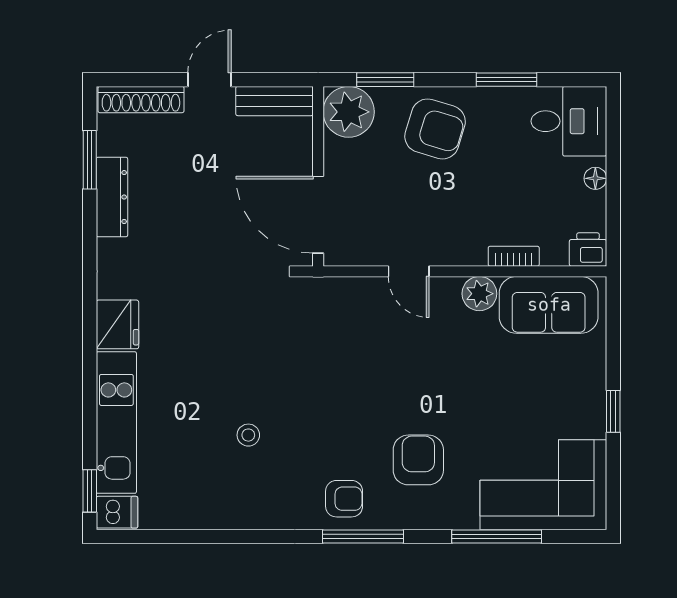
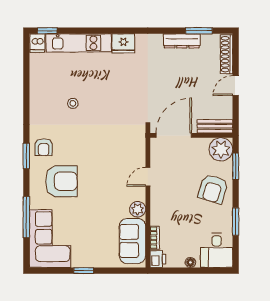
door: (209, 80) -> (236, 86), swing flipped
bench: (274, 101) -> (215, 126), moved, turned 90
bookcase: (514, 256) -> (155, 238), moved
armchair: (418, 460) -> (61, 181), width x1.36, depth x1.36
window: (363, 536) -> (26, 156), width x0.69

